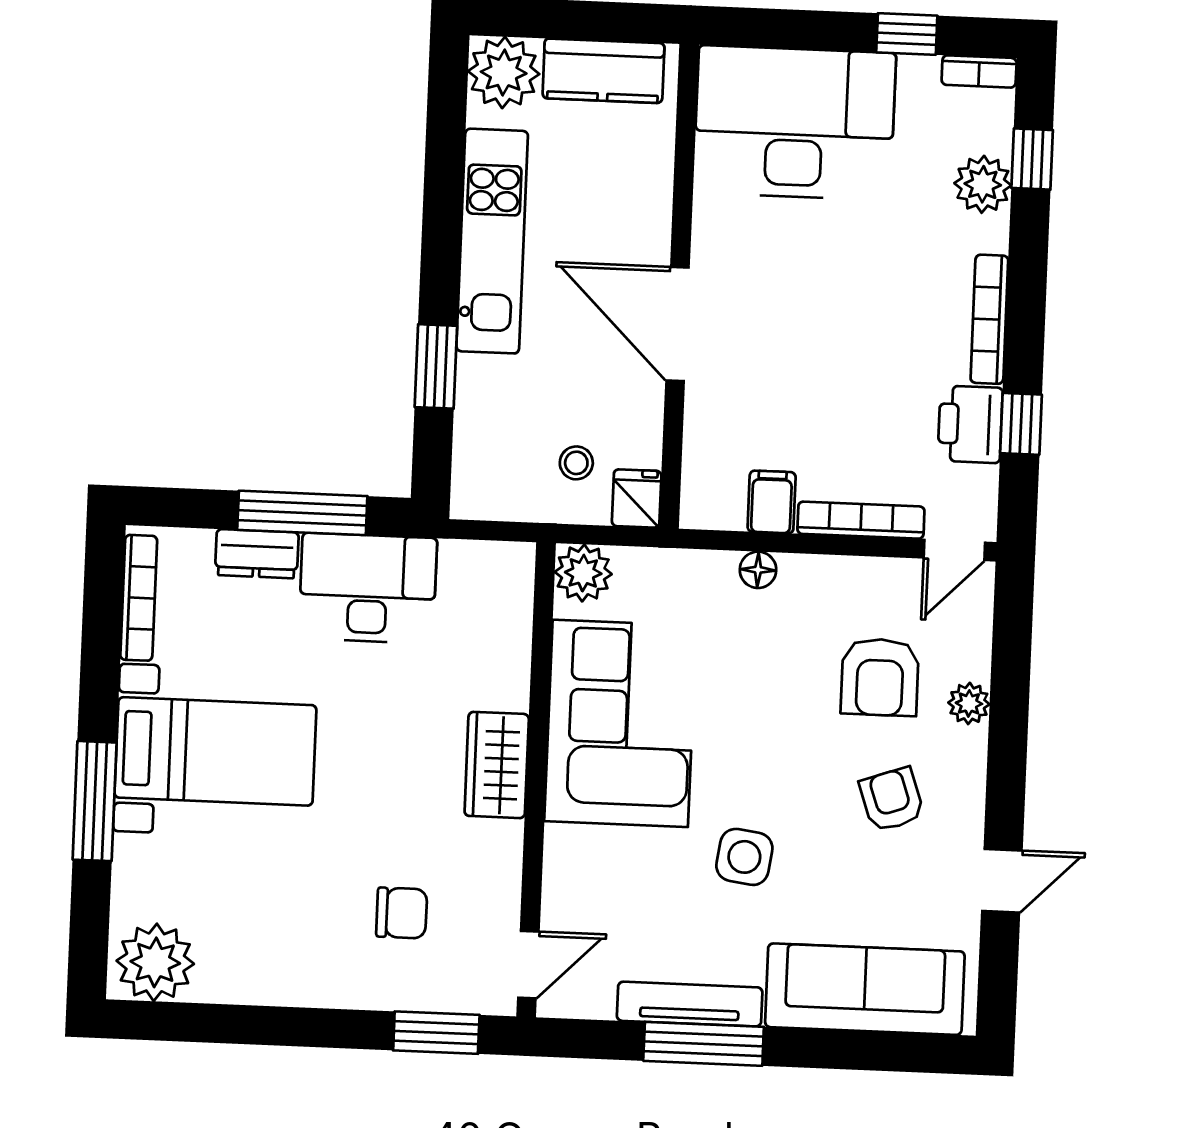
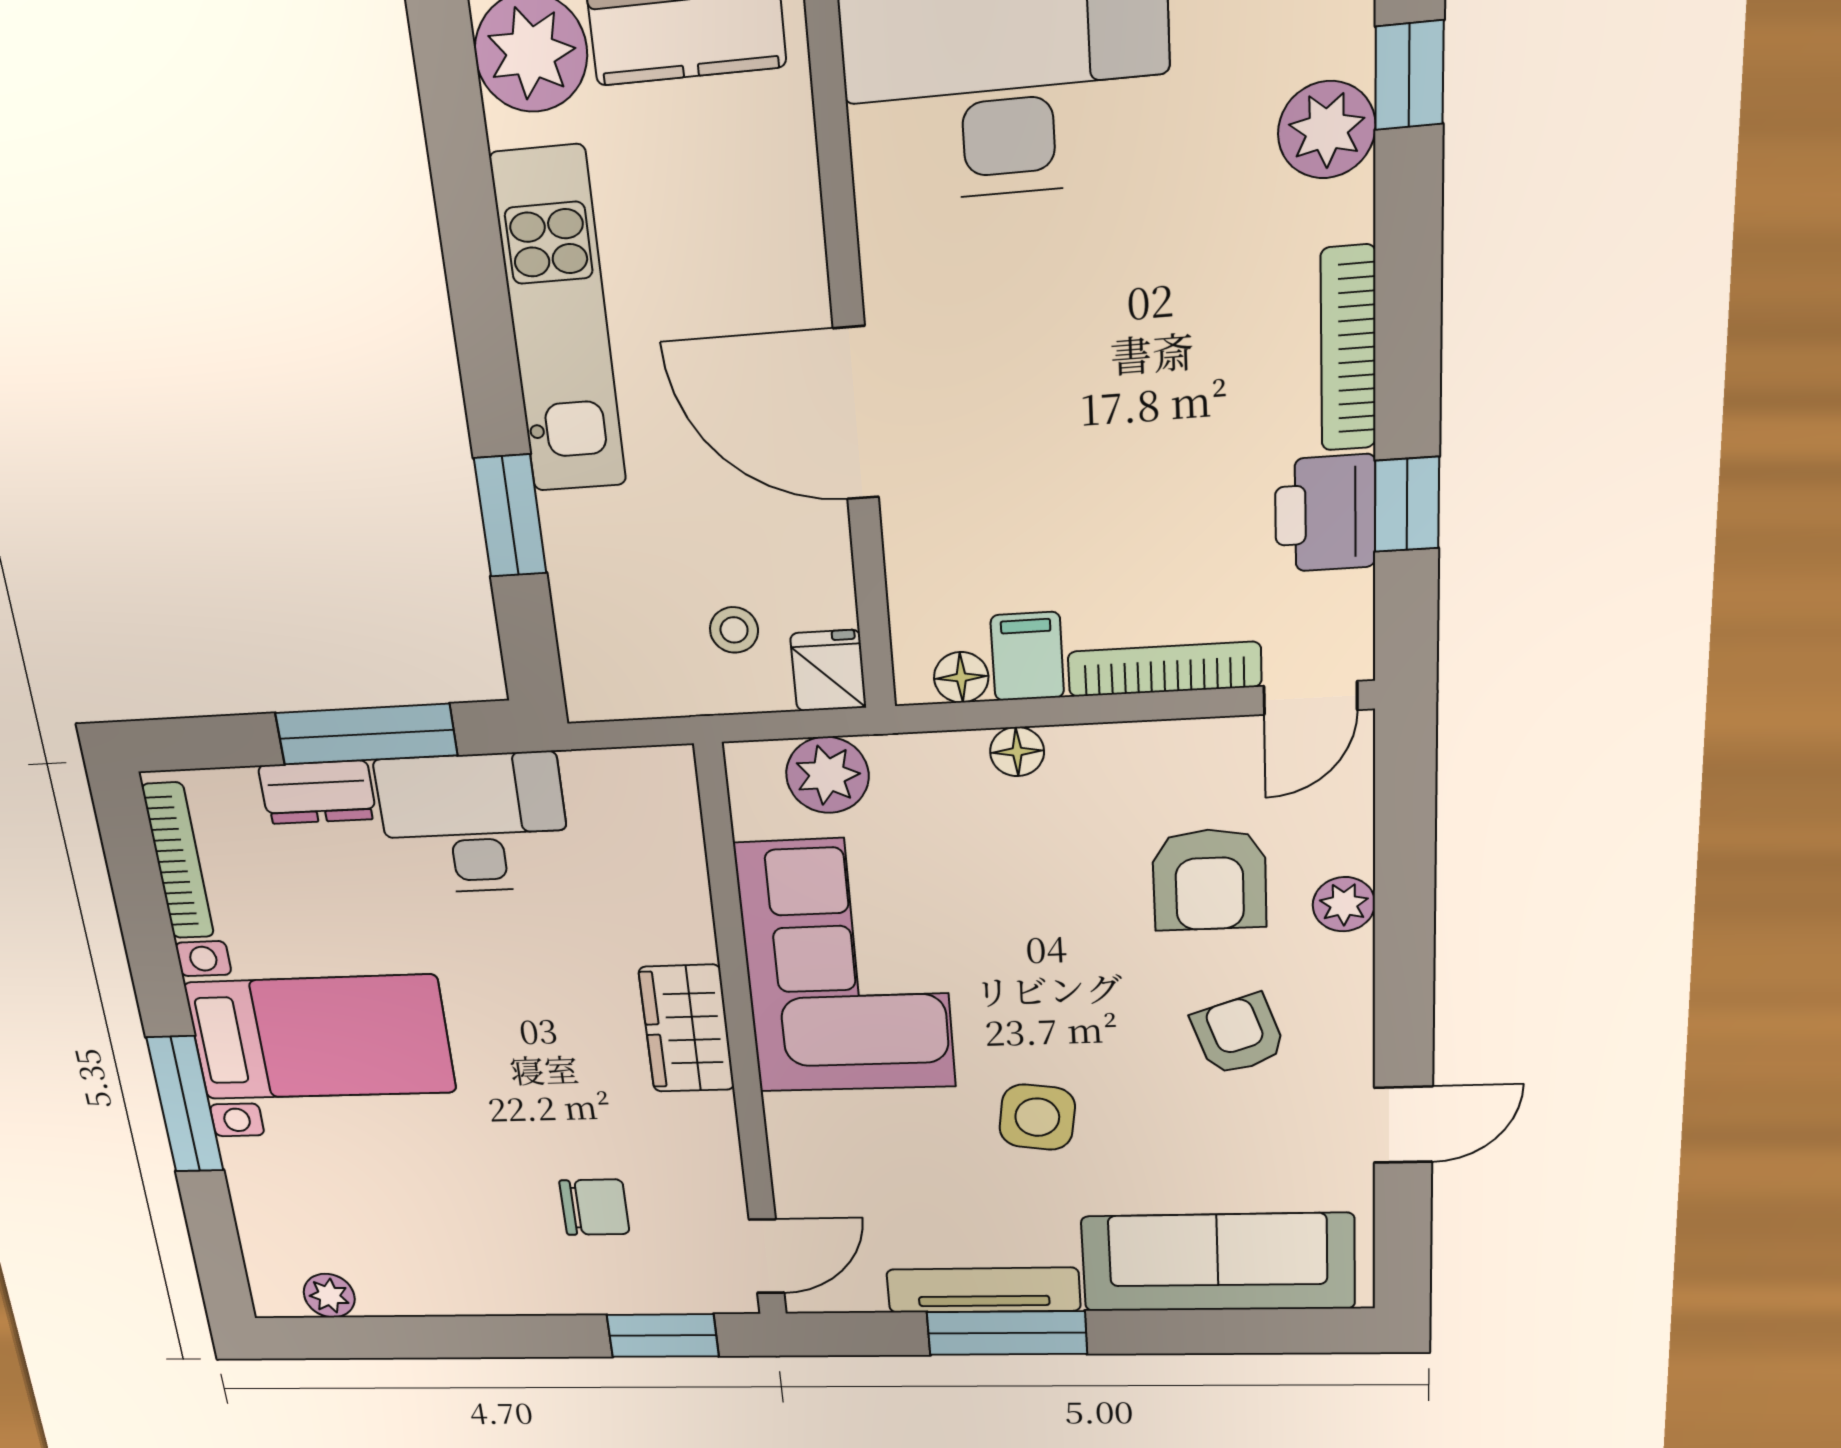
floor lamp: (726, 512) -> (961, 677), added
plant: (583, 573) -> (827, 775), moved
plant: (155, 962) -> (329, 1296), width x0.53, depth x0.53

